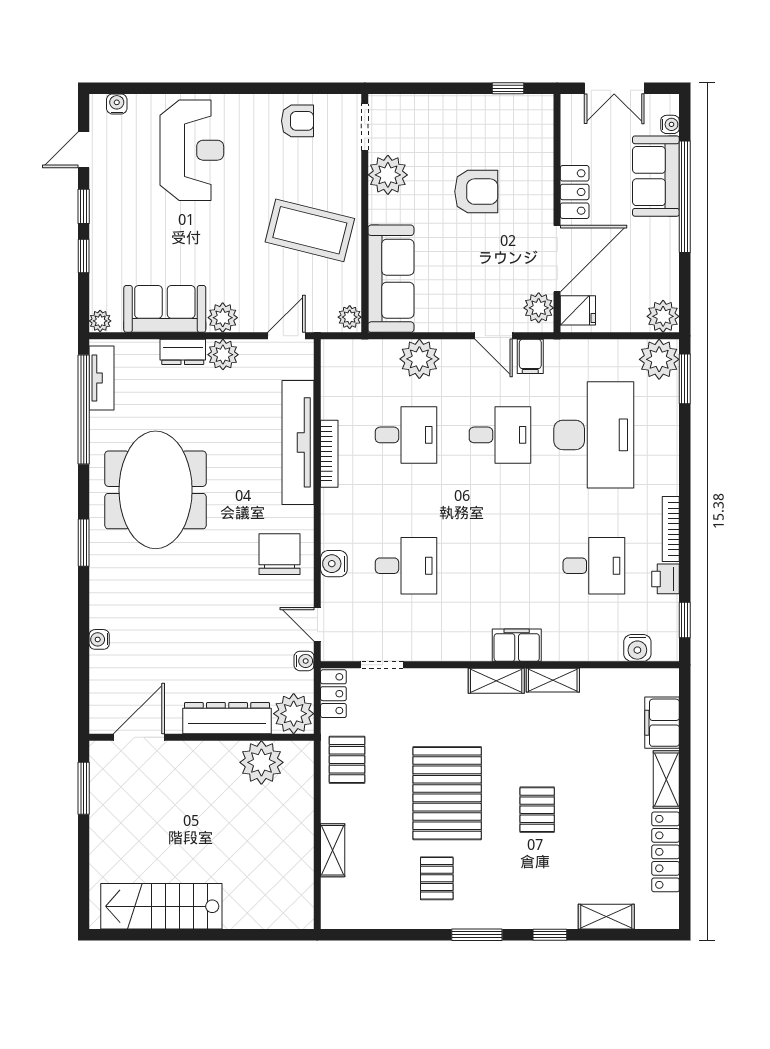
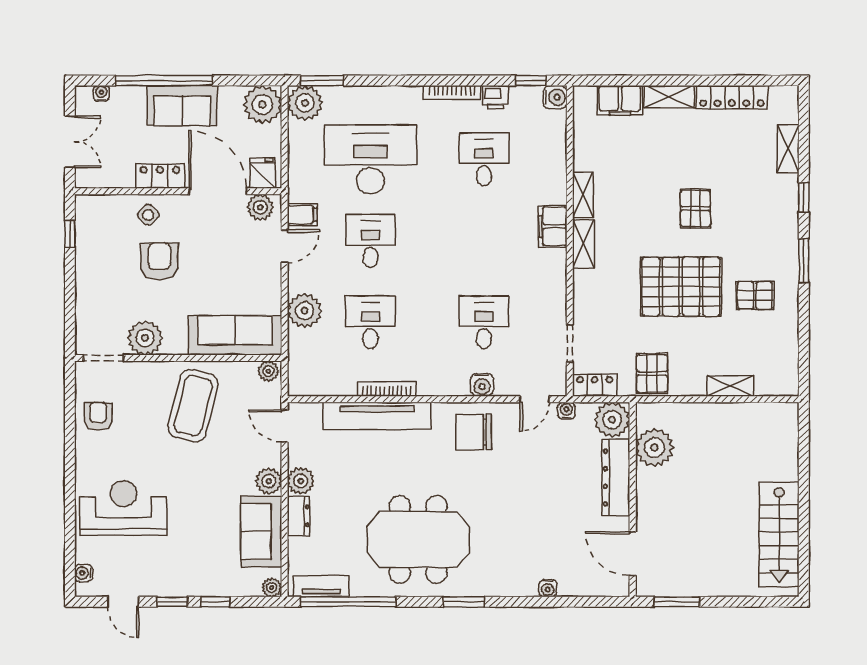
sofa: (656, 176) -> (182, 106), moved
side table: (530, 179) -> (148, 215), added
plant: (663, 316) -> (263, 105), width x1.36, depth x1.36
water cooler: (637, 648) -> (555, 97), moved
pallet: (347, 760) -> (652, 373), turned 90
pallet: (537, 810) -> (695, 209), turned 90

